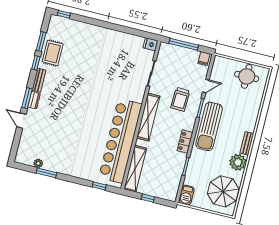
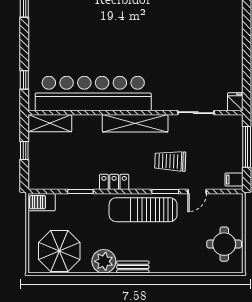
door: (206, 86) -> (197, 192), hinge flipped
shelving: (135, 169) -> (50, 123), width x0.68

